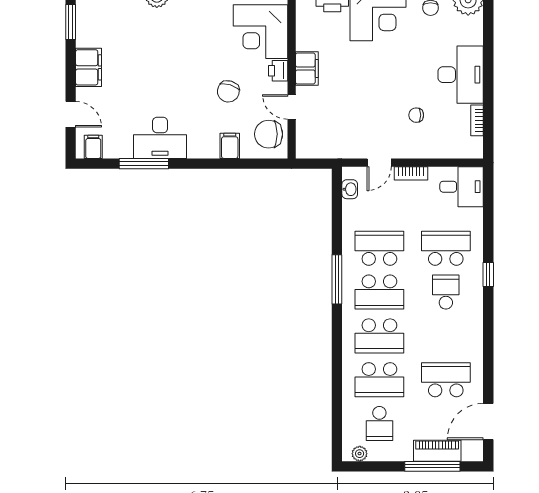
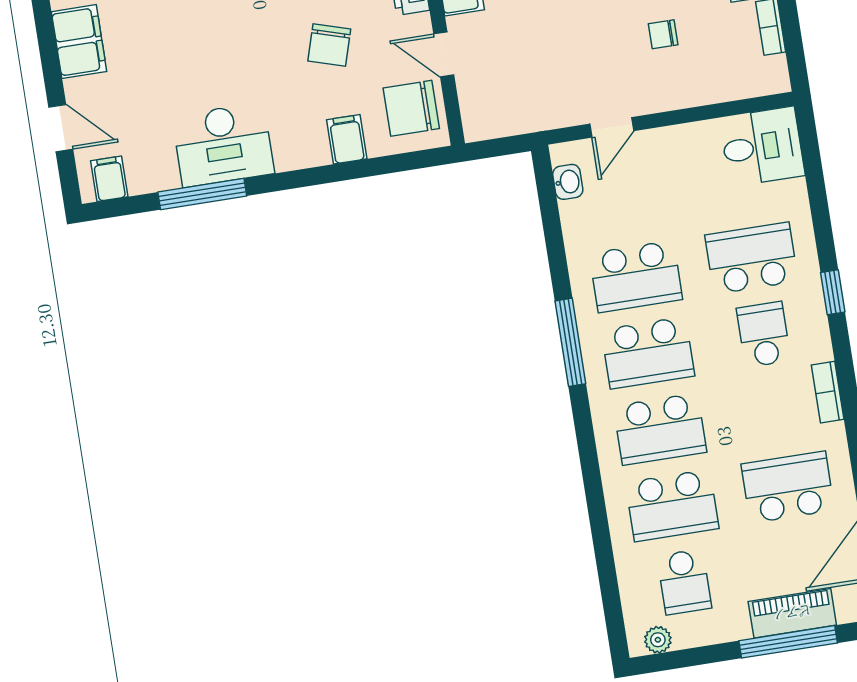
bookcase: (411, 173) -> (828, 392), moved, turned 90
school desk: (379, 248) -> (636, 276), turned 180

